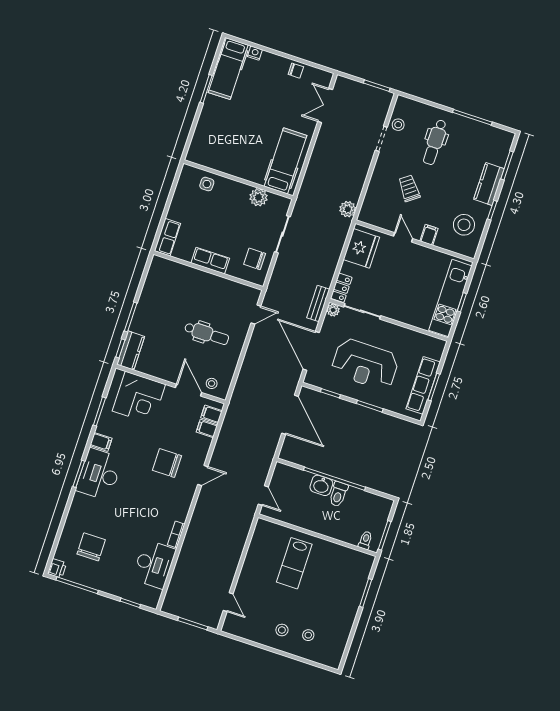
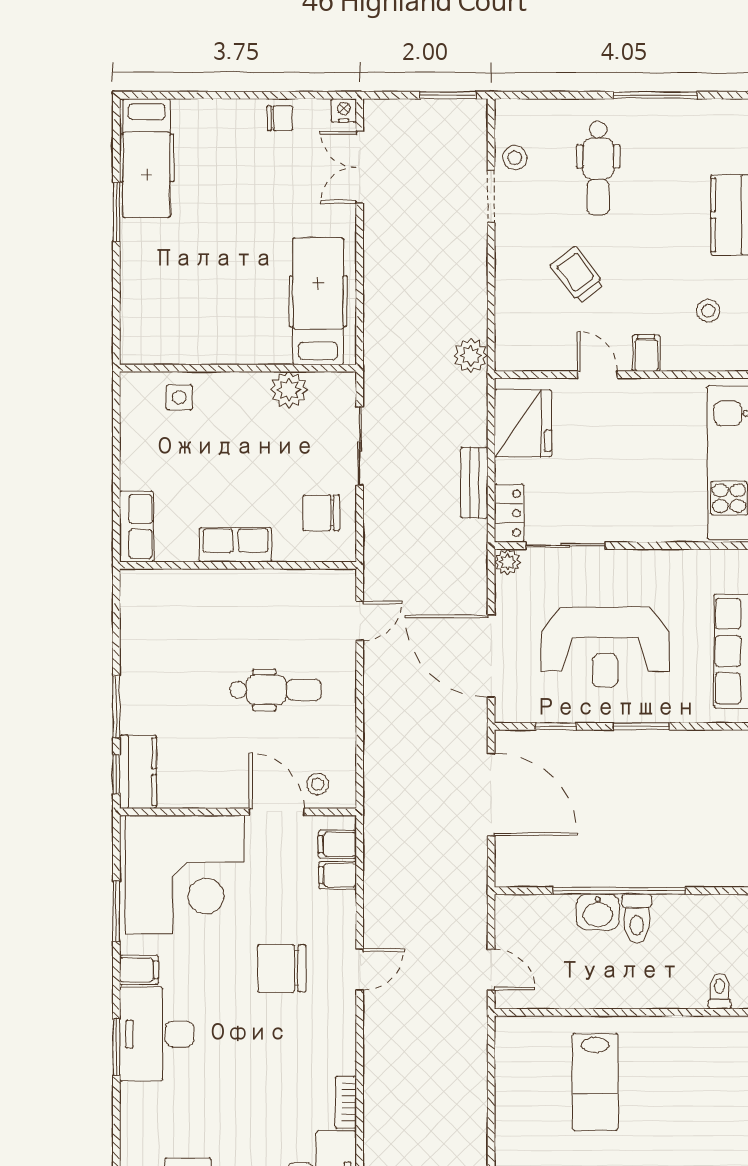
nightstand: (255, 53) -> (344, 110), moved
stool: (464, 225) -> (708, 311), width x0.53, depth x0.53
bench: (318, 304) -> (474, 483), moved
corner desk: (139, 398) -> (185, 874), width x1.36, depth x1.36

